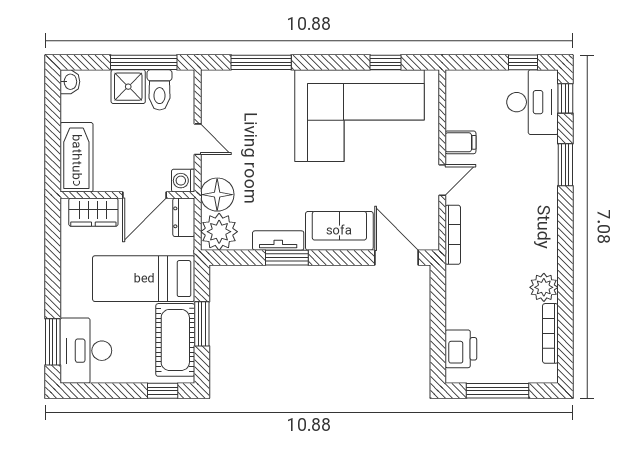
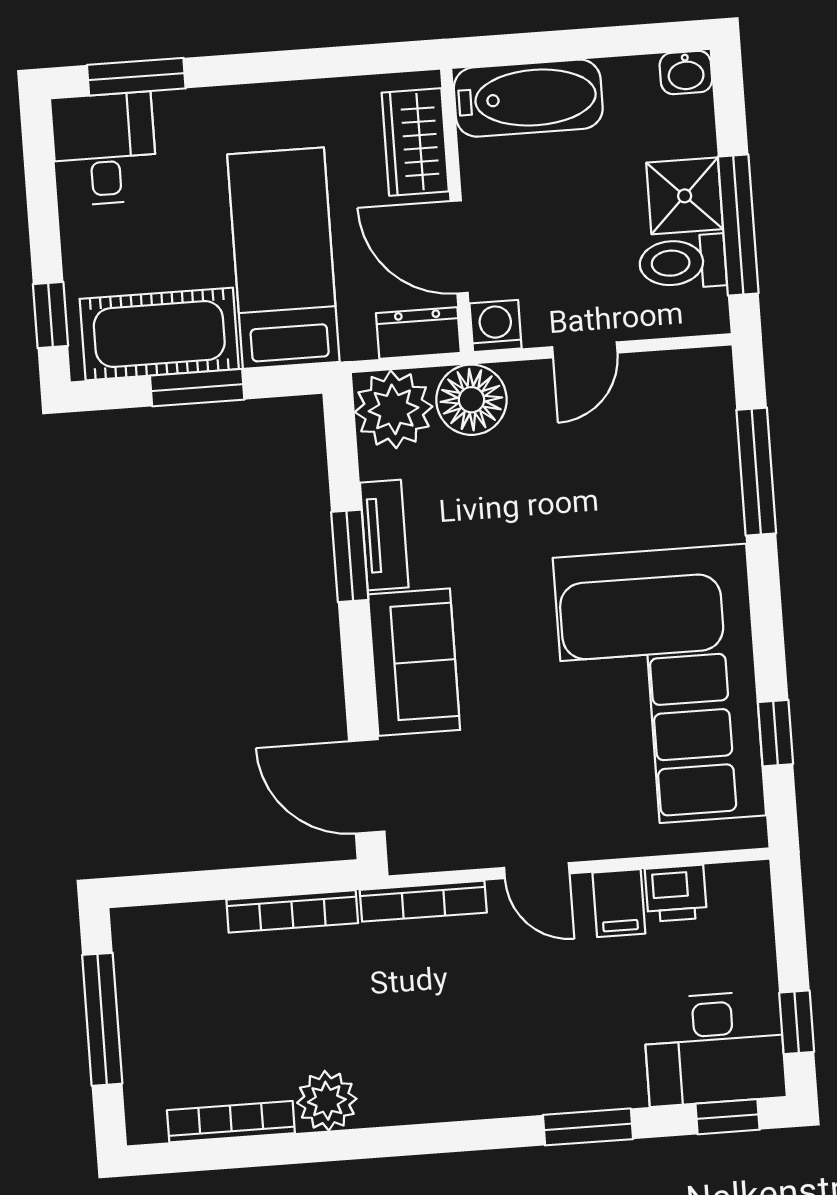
door: (396, 258) -> (367, 786), swing flipped
bookcase: (453, 297) -> (292, 911), added
printer: (461, 349) -> (676, 893), moved, width x0.73, depth x0.81
desk: (86, 351) -> (104, 149), width x0.73

